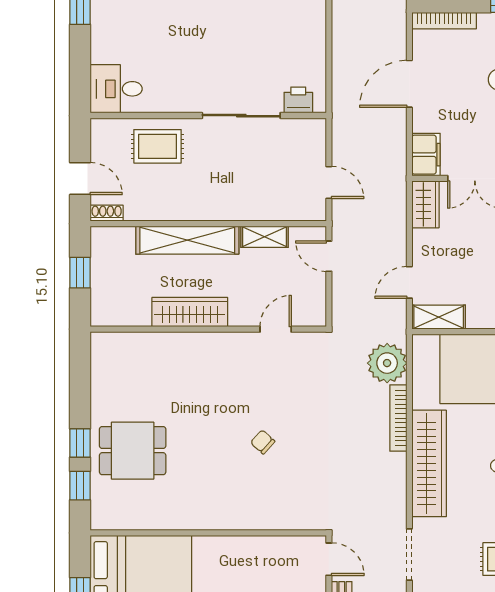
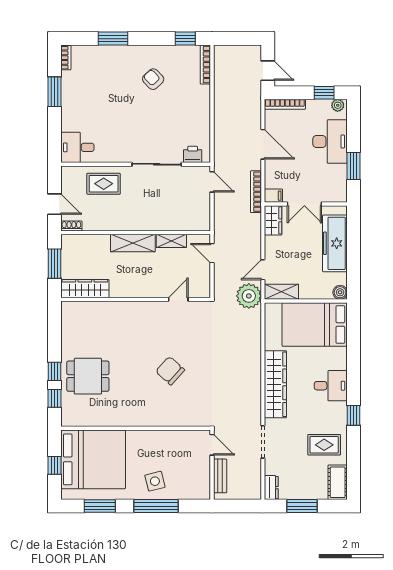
door: (409, 84) -> (263, 144), swing flipped
filing cabinet: (426, 155) -> (273, 196), width x0.50
door: (329, 183) -> (212, 182), moved
shelving: (187, 240) -> (133, 243), width x0.68
window: (80, 273) -> (55, 264), width x1.50
wardrobe: (190, 312) -> (85, 289), moved
plant: (387, 363) -> (249, 296), moved
bookcase: (398, 418) -> (256, 192), moved
chair: (263, 442) -> (170, 371), width x1.87, depth x1.87

